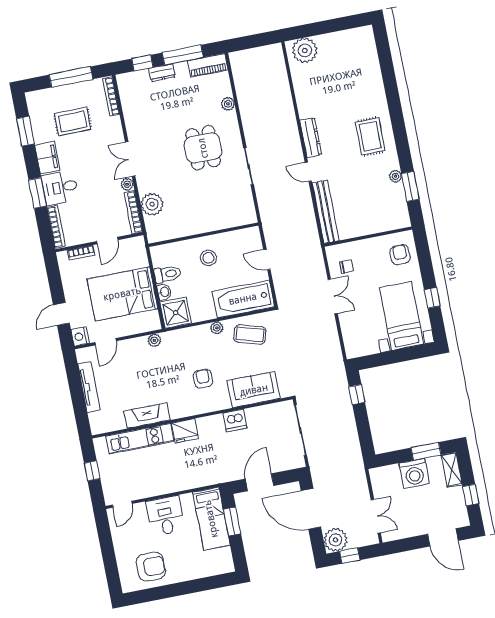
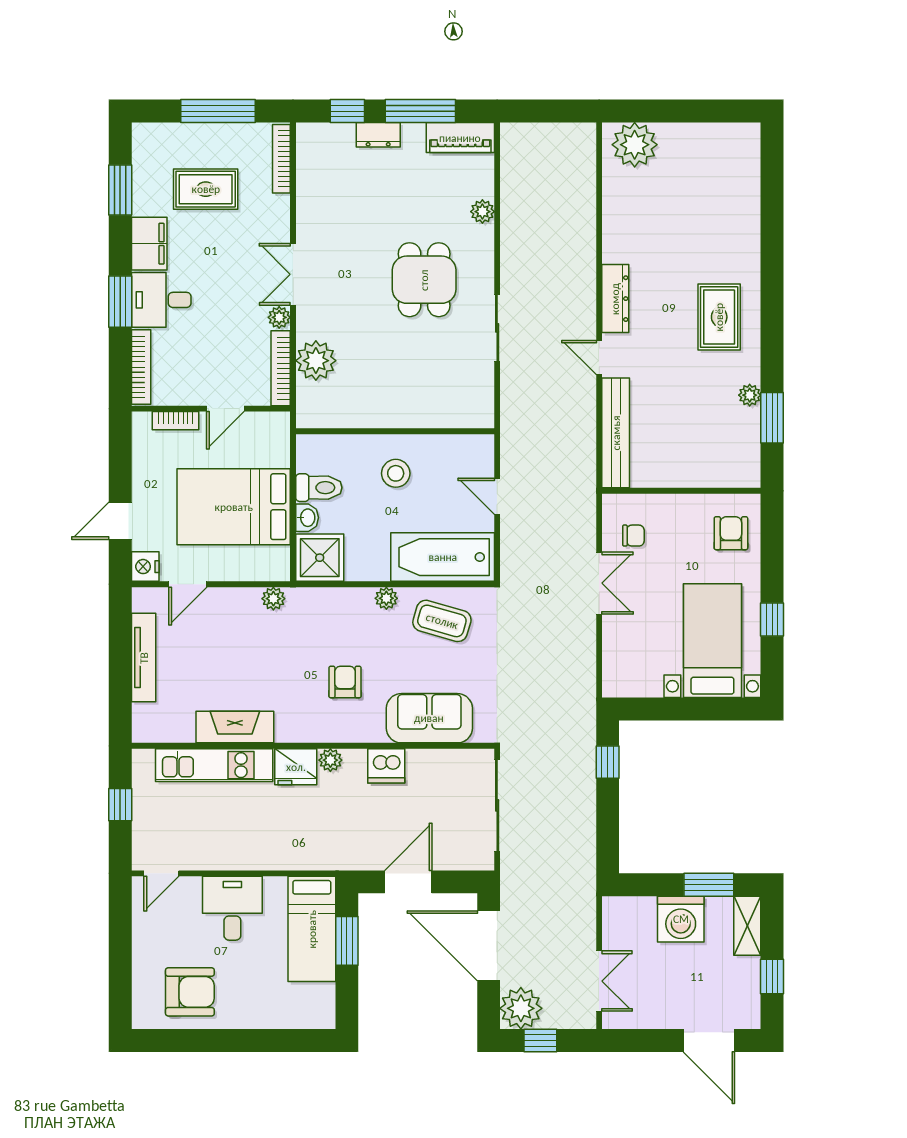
plant: (203, 423) -> (330, 760), added

